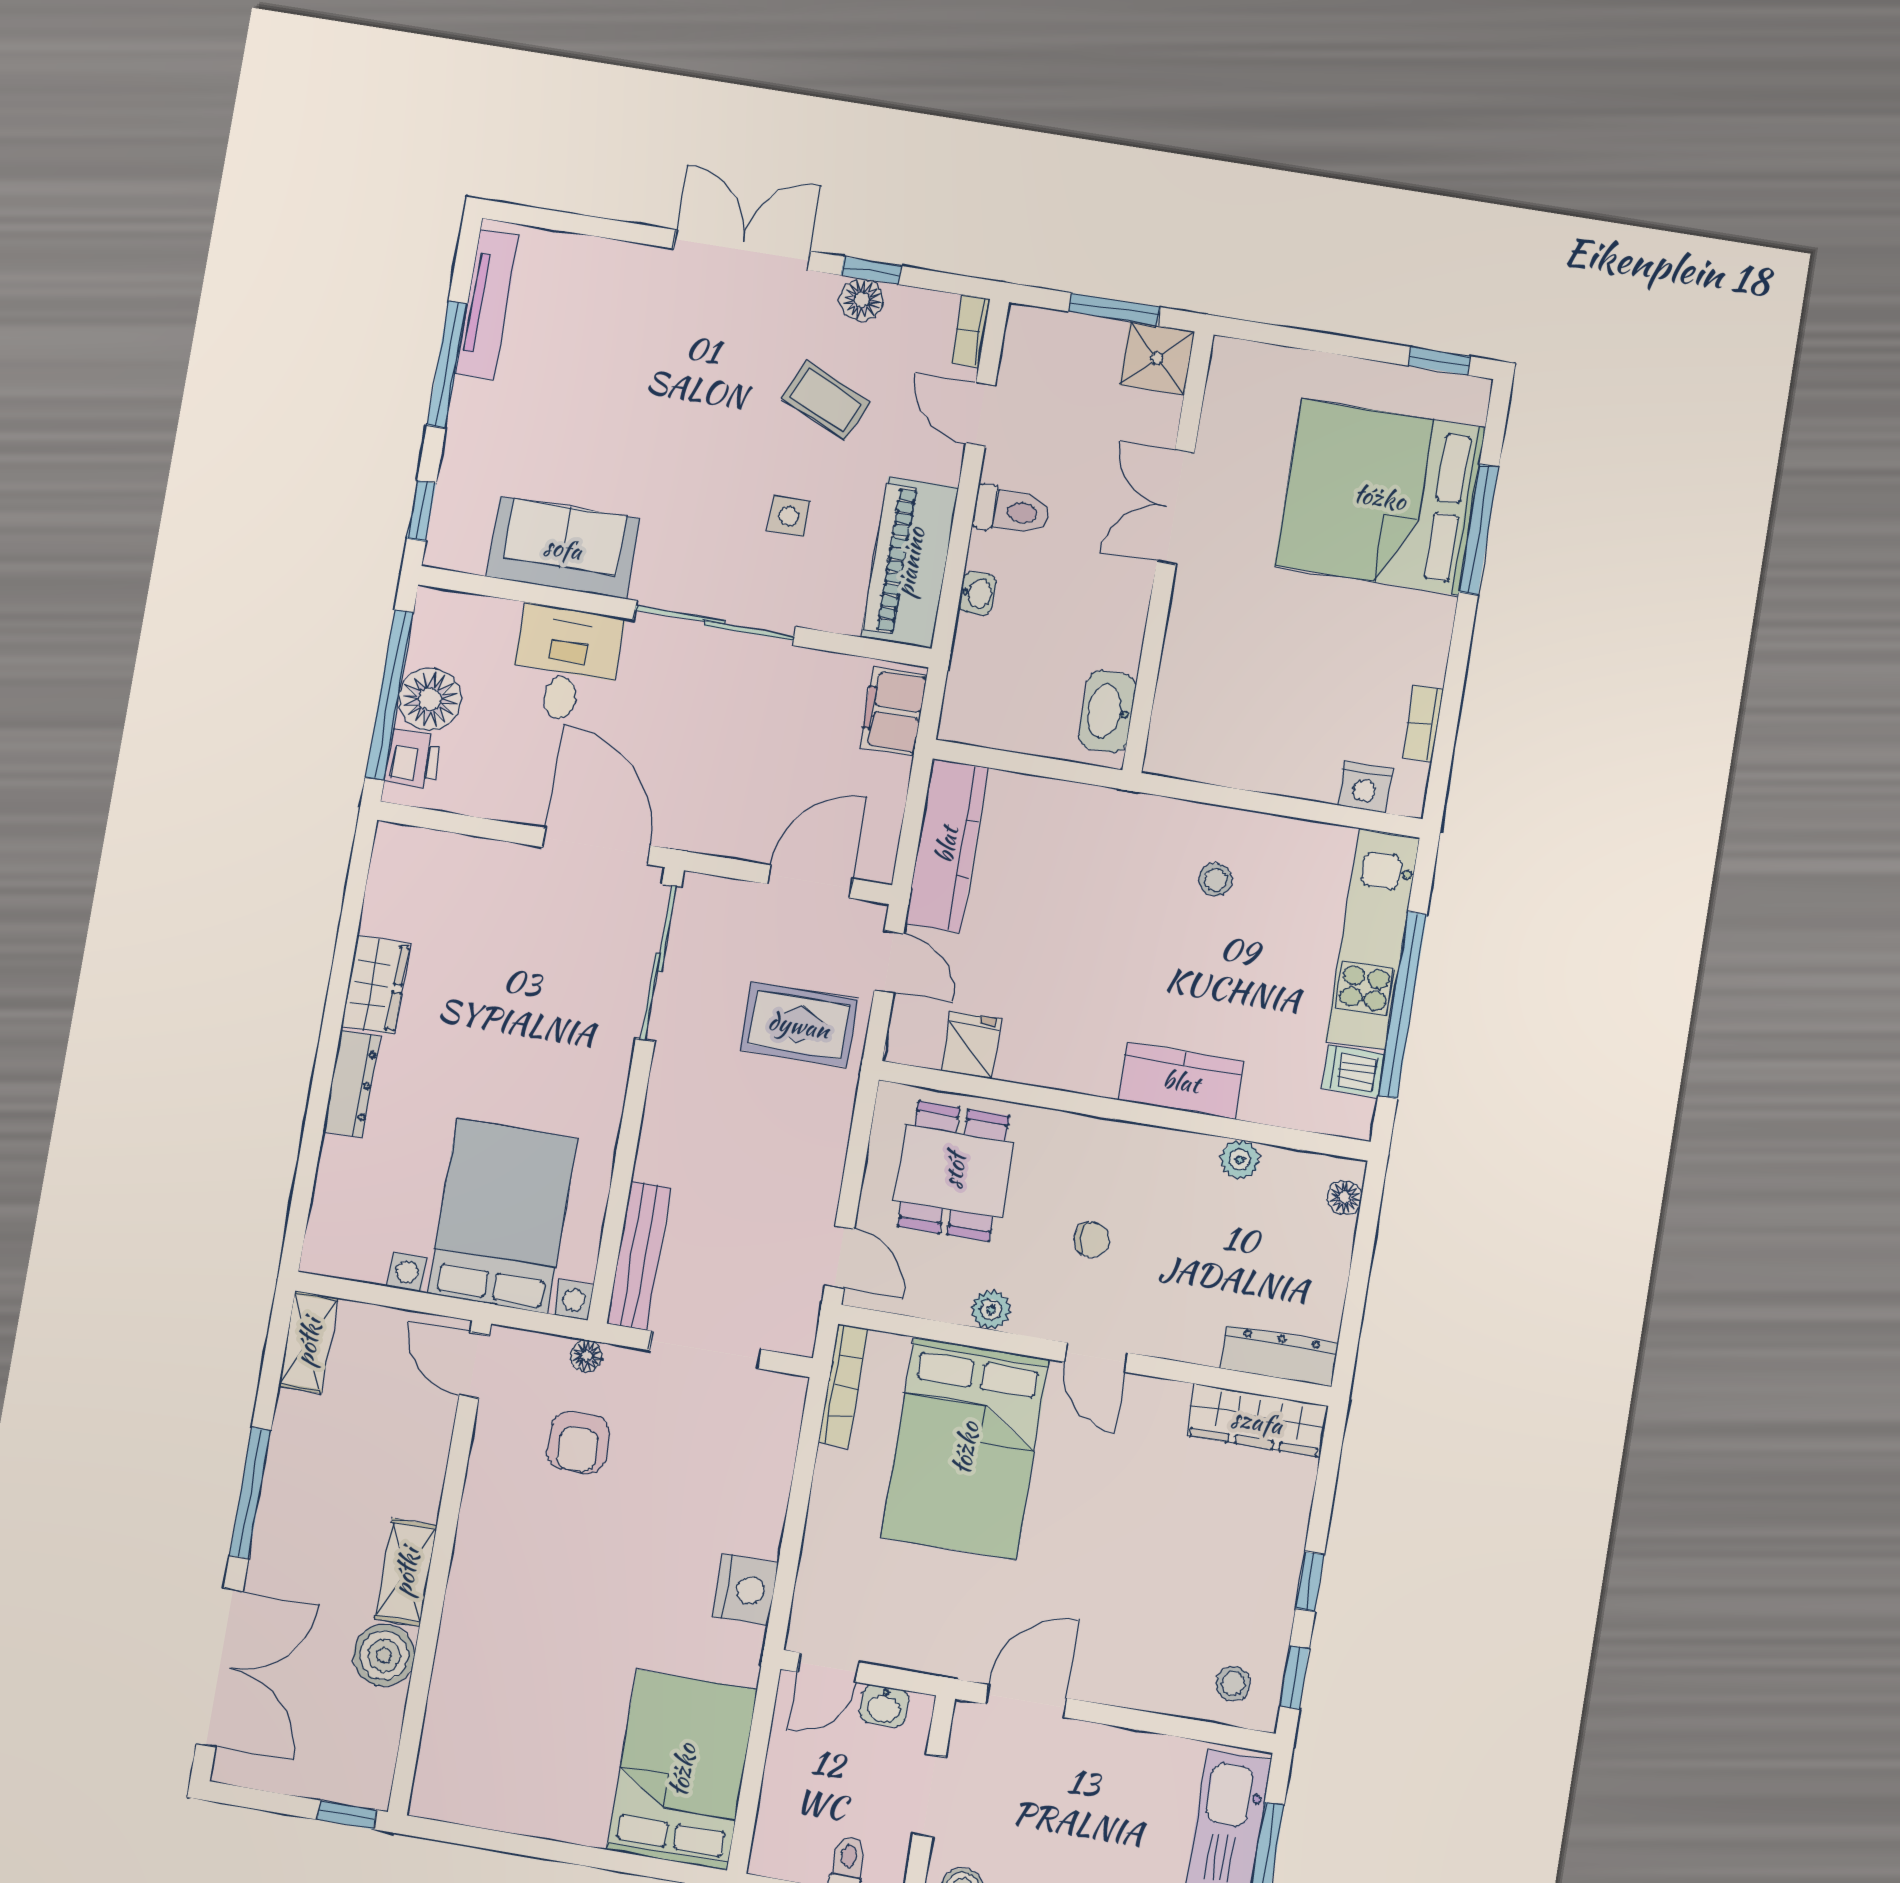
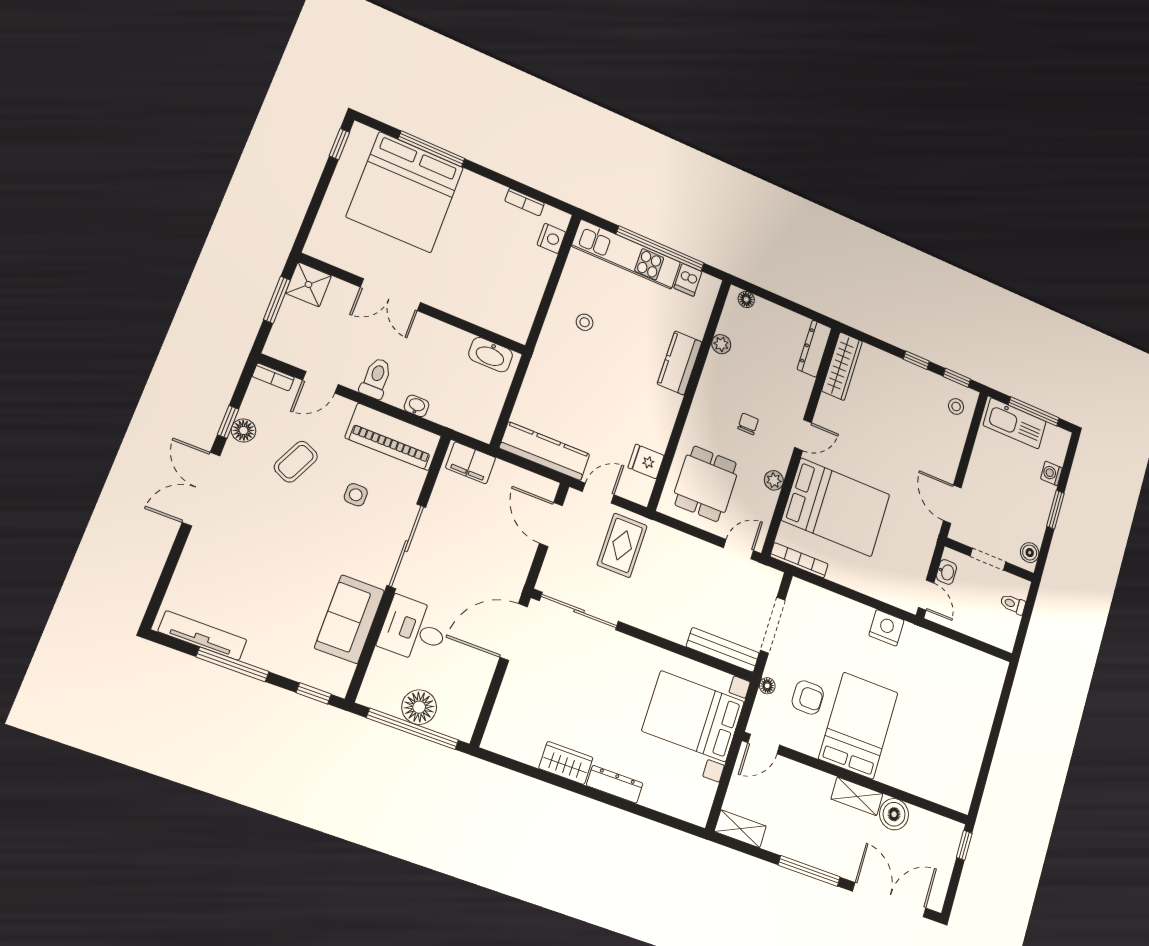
printer: (413, 759) -> (450, 722), removed
dining table: (954, 1171) -> (706, 484), turned 90
bed: (682, 1770) -> (858, 726), moved, turned 90

